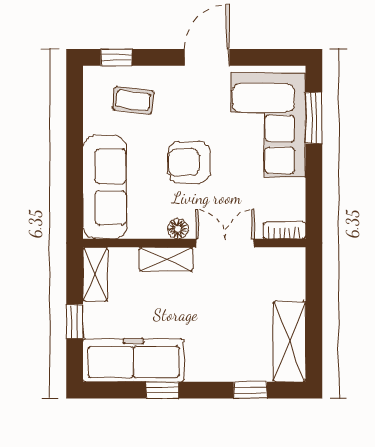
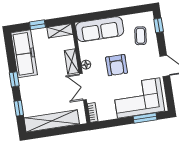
armchair: (189, 162) -> (117, 65), turned 180
double door: (225, 243) -> (83, 87), swing flipped
shelving: (289, 341) -> (52, 121), width x1.47
window: (162, 390) -> (14, 79), moved

